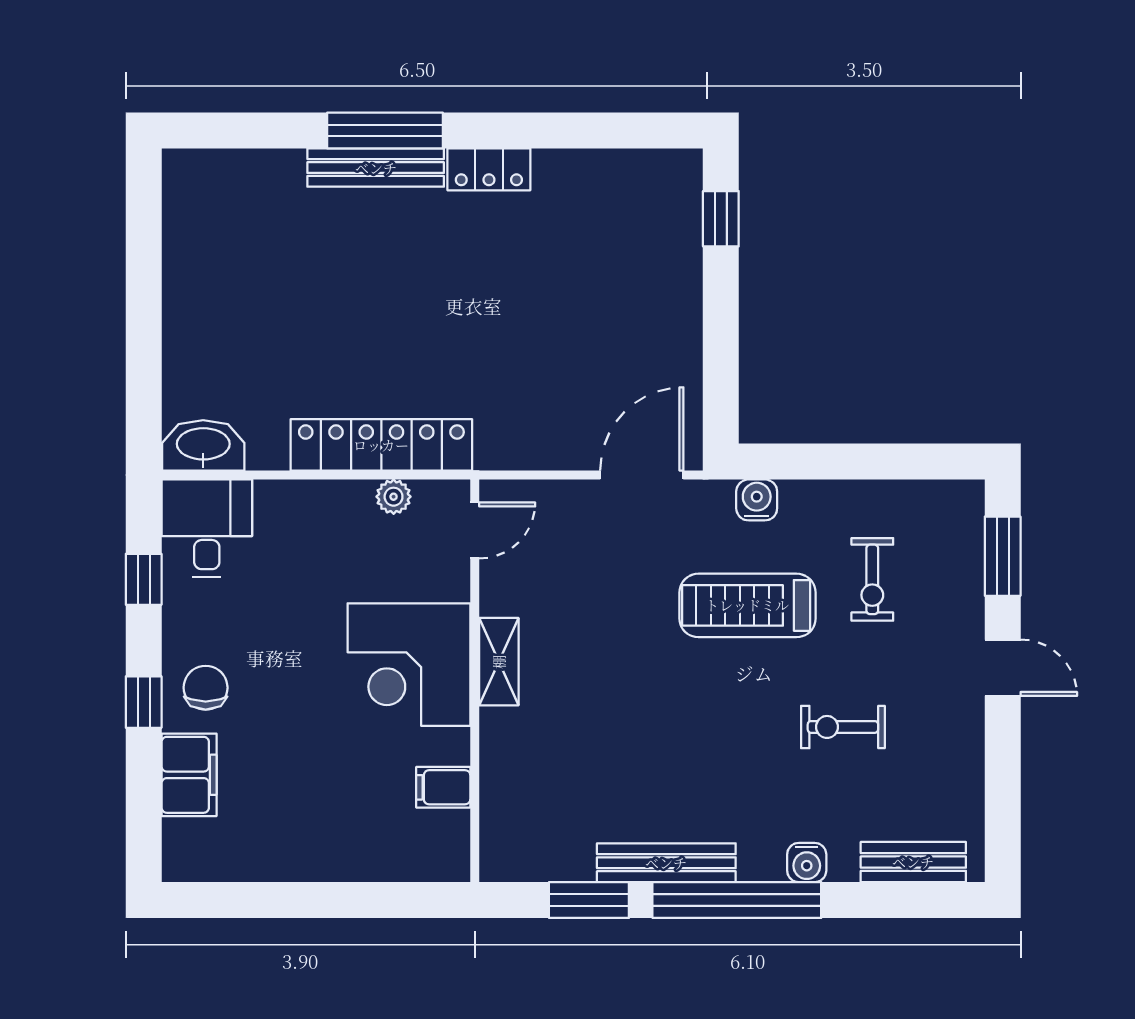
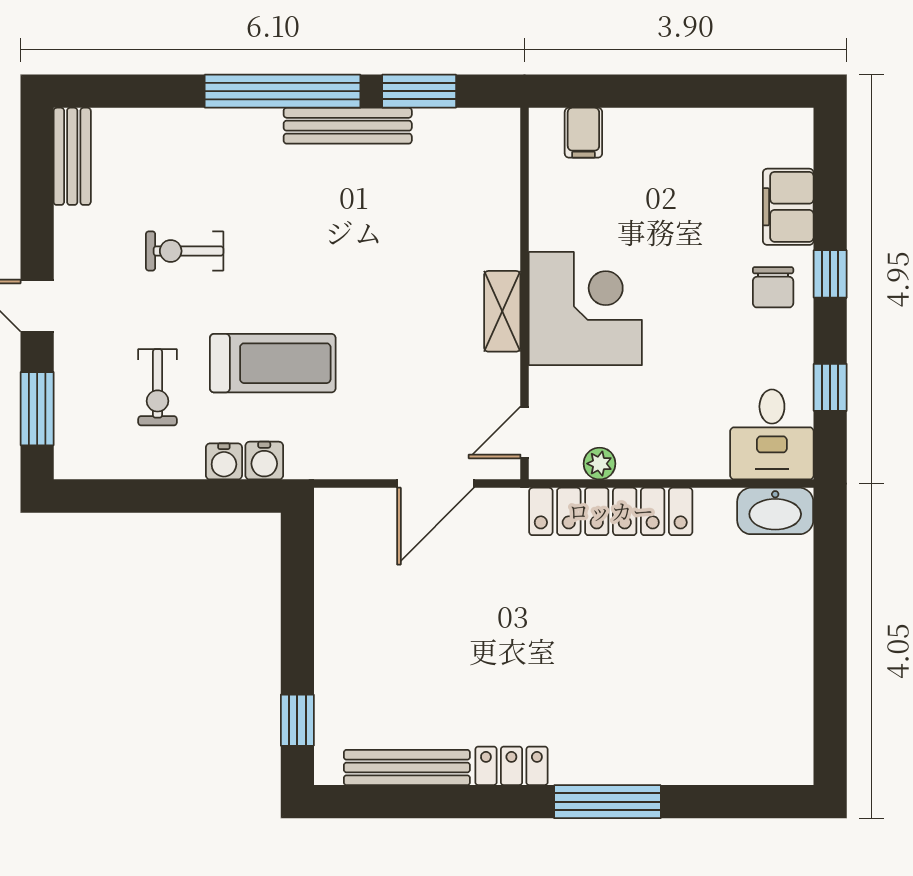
bench: (376, 168) -> (407, 768), moved
door: (642, 475) -> (435, 484), moved
exercise bike: (872, 579) -> (157, 387), turned 180
exercise bike: (843, 727) -> (185, 251), turned 180
filing cabinet: (443, 787) -> (583, 133), moved, turned 90
bench: (913, 862) -> (72, 156), moved, turned 90
water cooler: (807, 863) -> (224, 461), moved, turned 180

